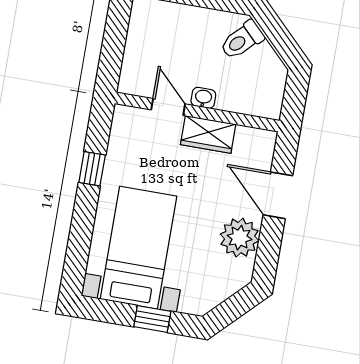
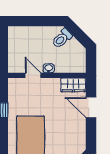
wardrobe: (208, 134) -> (73, 85), moved
plant: (240, 238) -> (77, 130), removed

